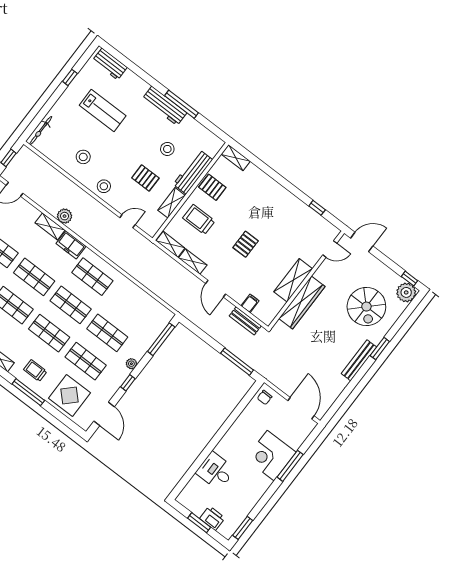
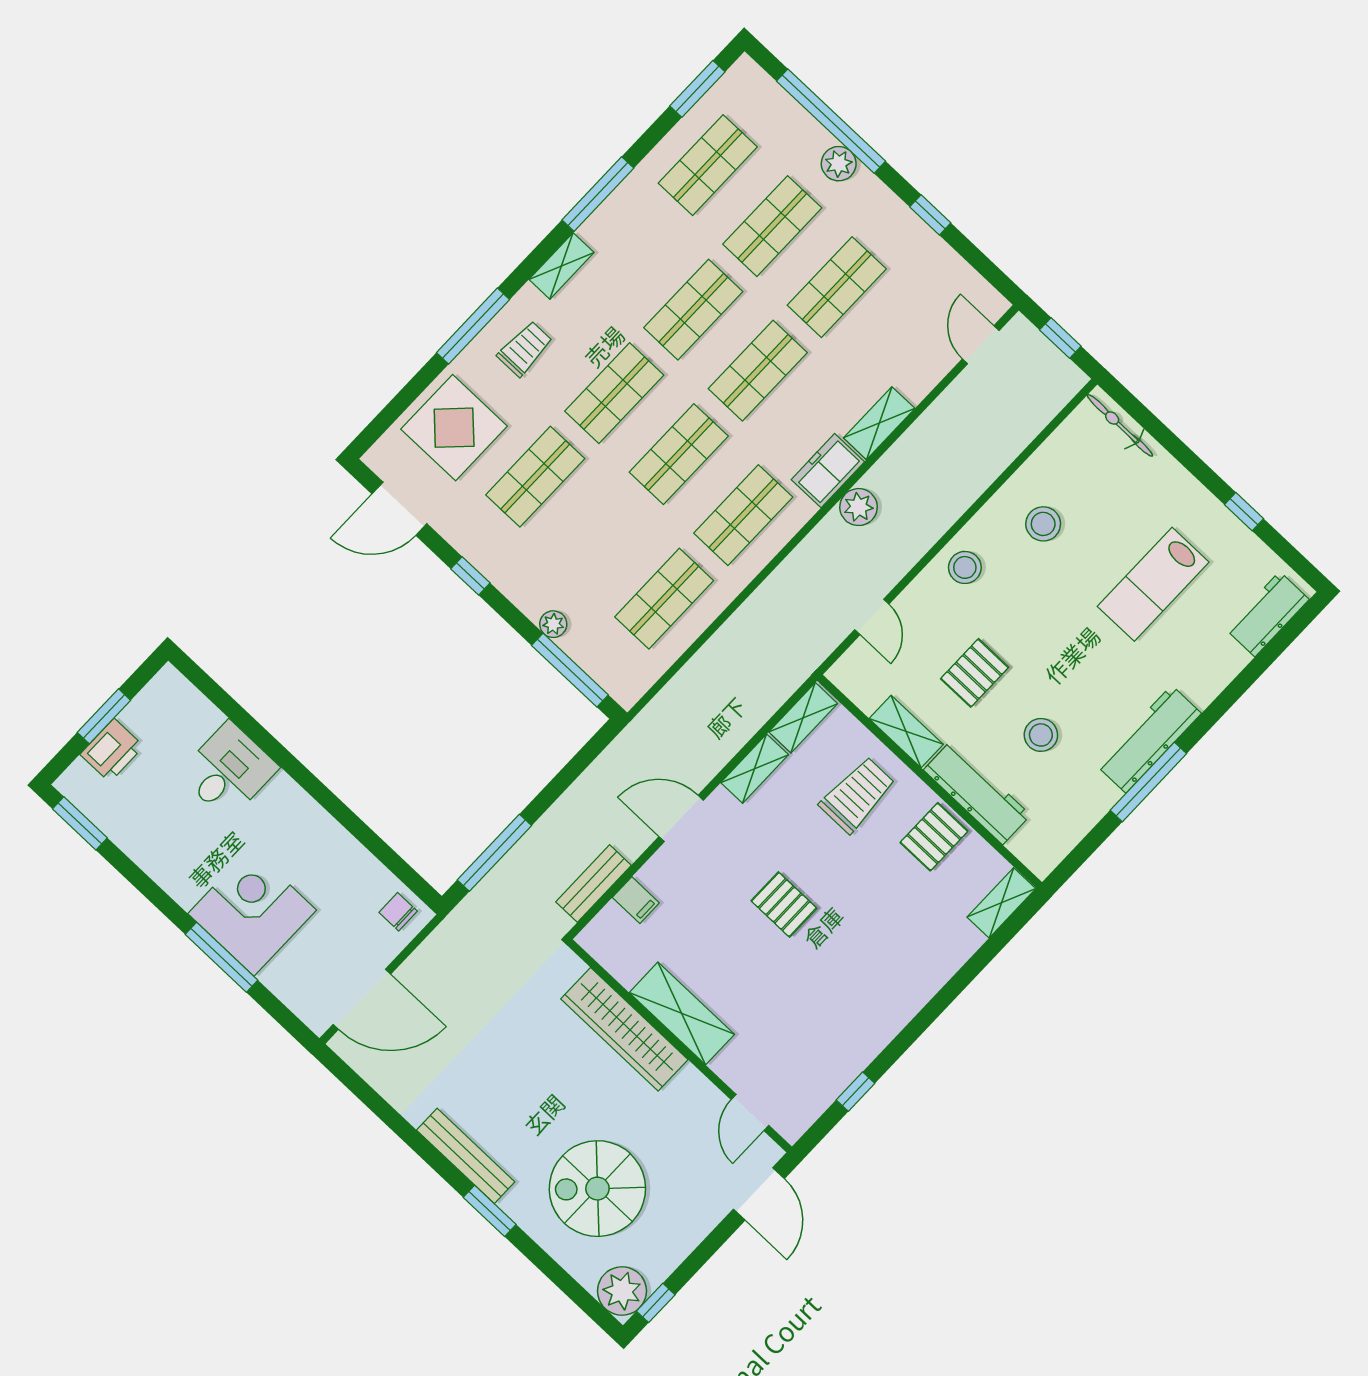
plant: (65, 216) -> (858, 507), moved
shop shelf: (107, 333) -> (664, 599), moved
plant: (131, 364) -> (553, 624), moved

